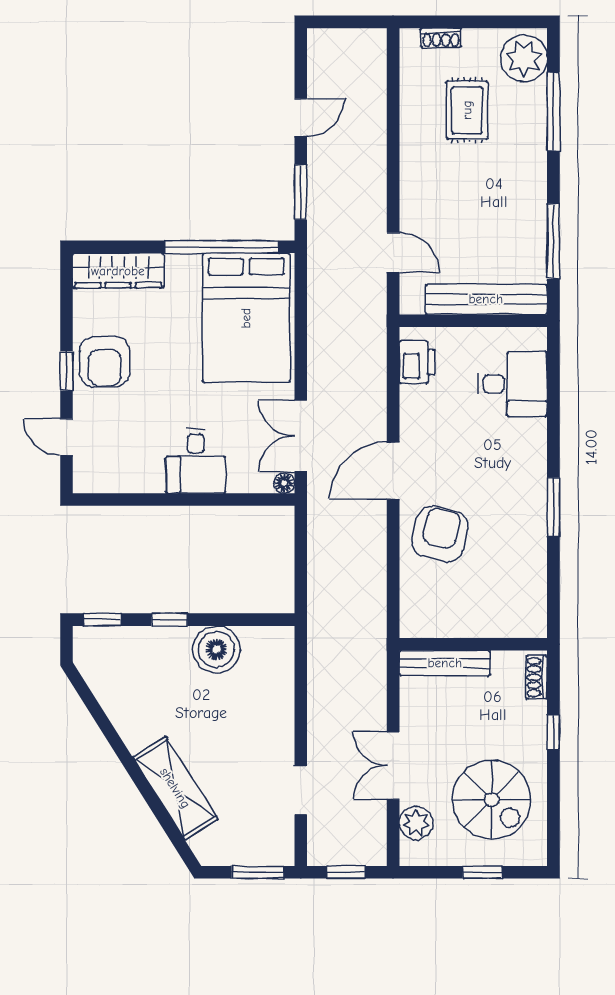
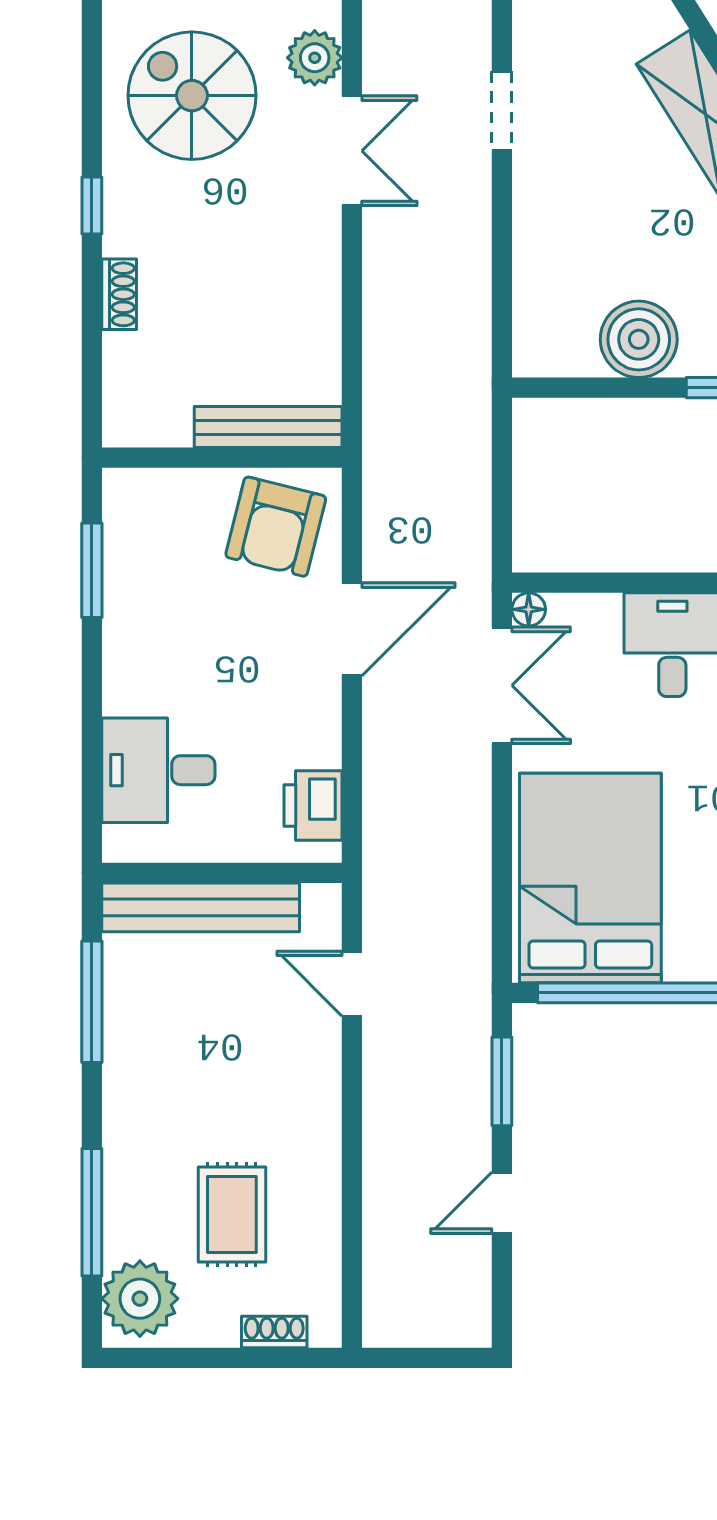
wall: (473, 644) -> (222, 458), moved
bench: (445, 663) -> (268, 427), moved

